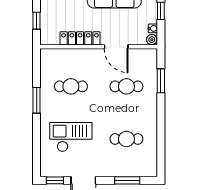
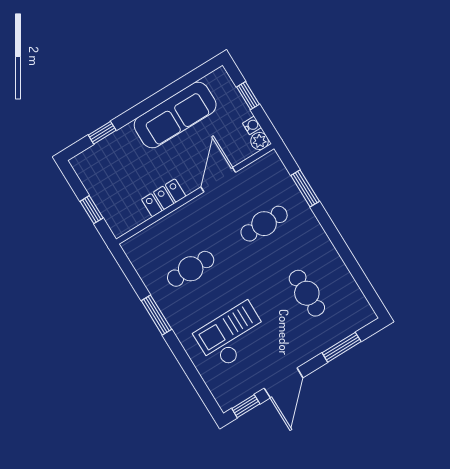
locker: (80, 38) -> (164, 198), width x0.66
door: (116, 47) -> (218, 180), swing flipped
cafe table: (126, 139) -> (307, 293), turned 90

